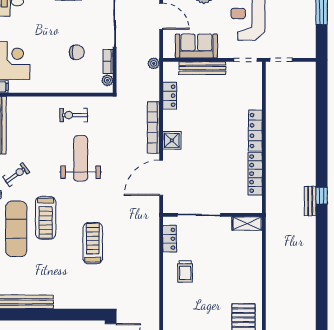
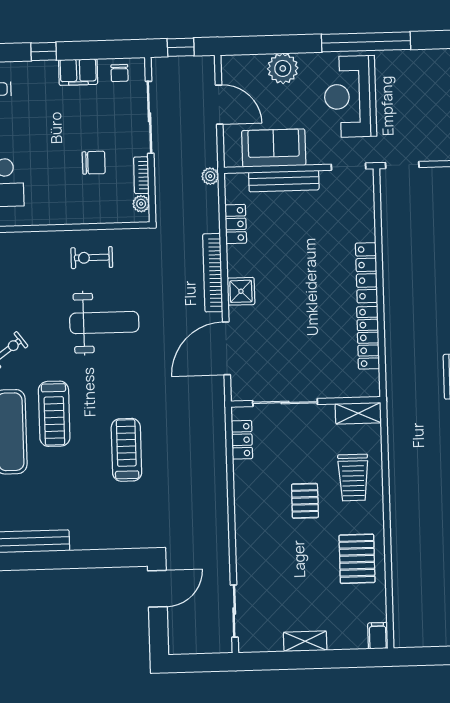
weight bench: (81, 158) -> (104, 323), turned 90
trolley: (185, 271) -> (353, 478), moved, width x1.36, depth x1.39
pallet: (210, 280) -> (305, 501), added

